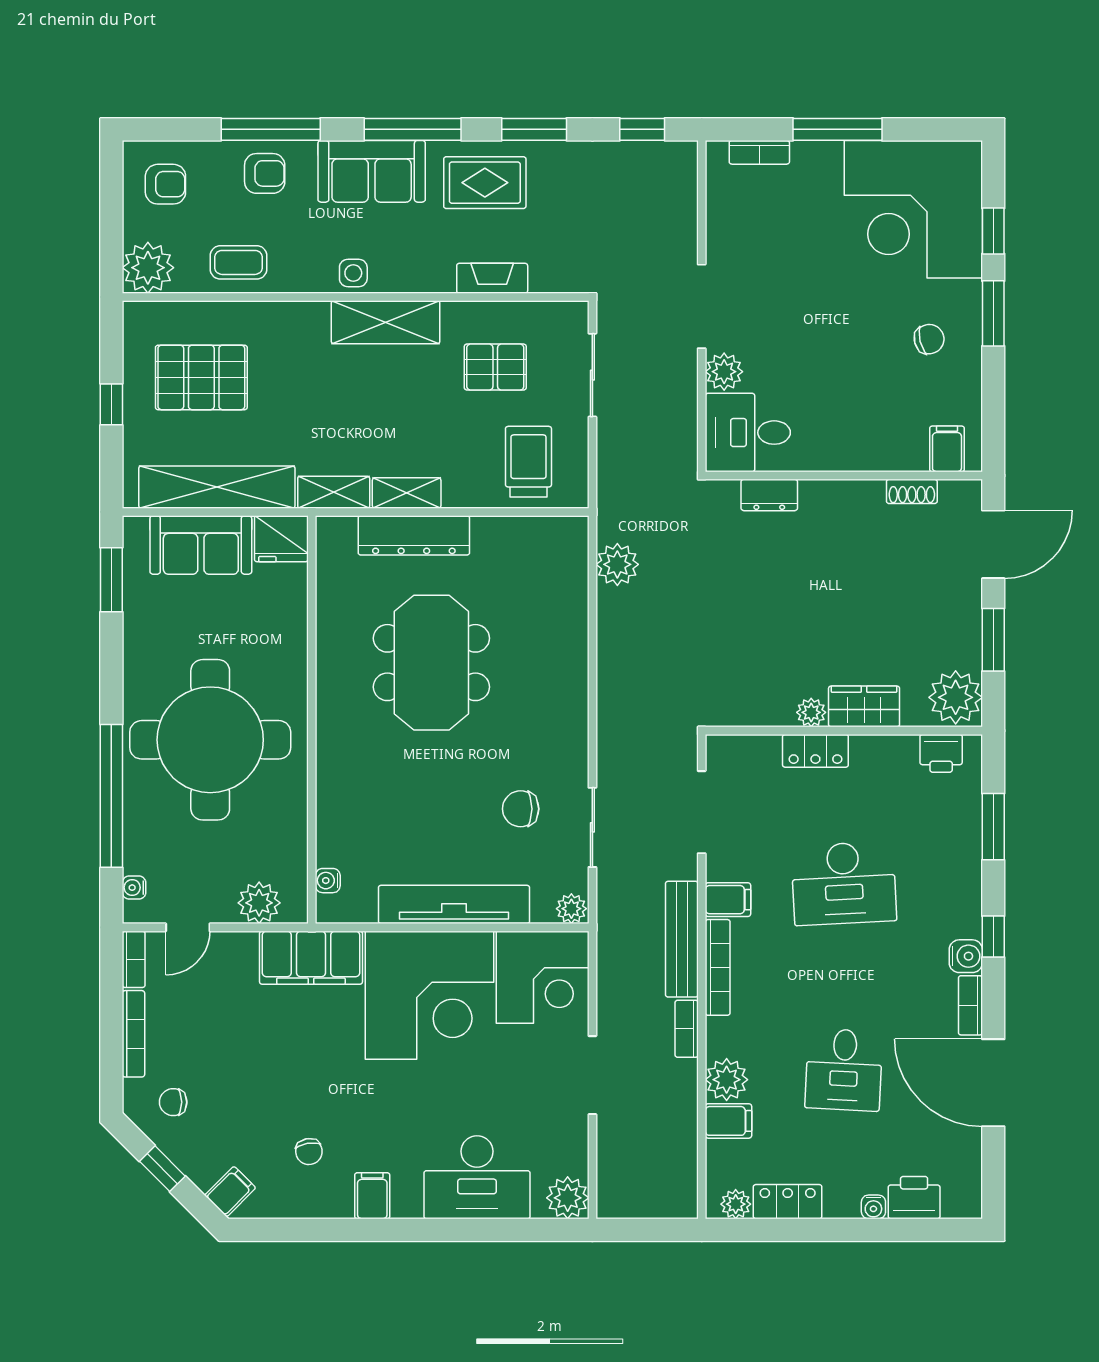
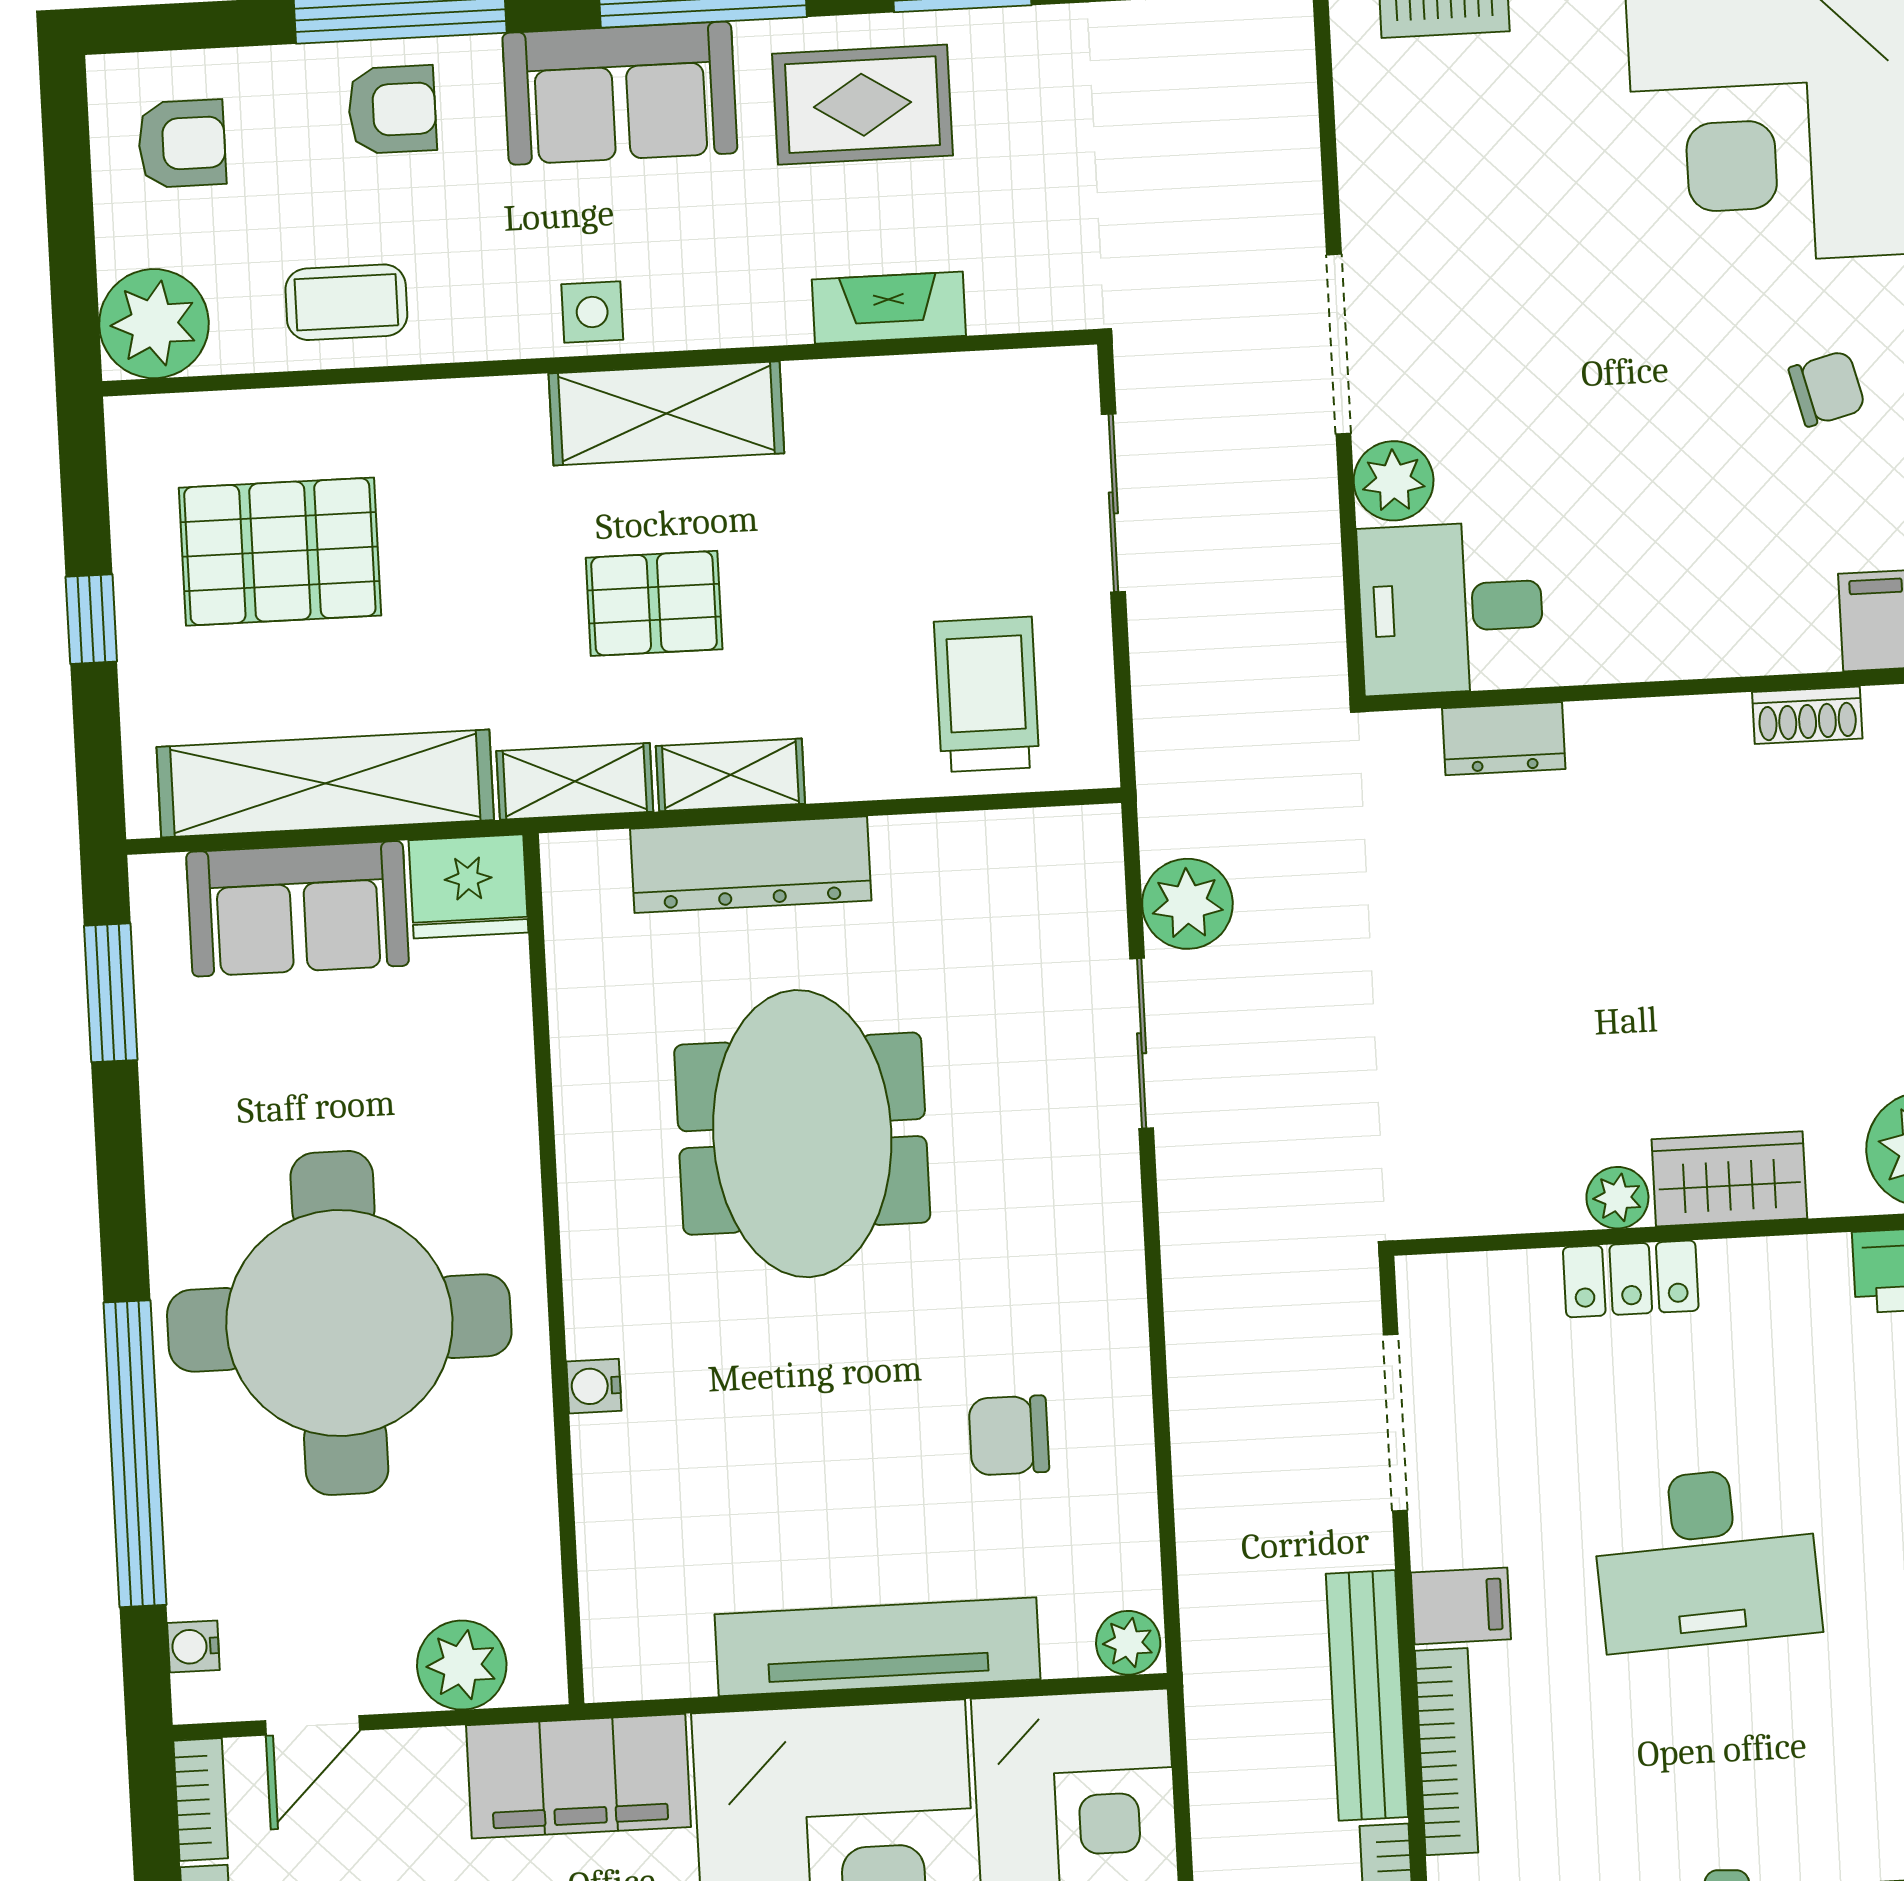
pallet: (495, 367) -> (654, 603), moved
sliding door: (592, 827) -> (1142, 1043), moved
water cooler: (328, 881) -> (594, 1386), moved

